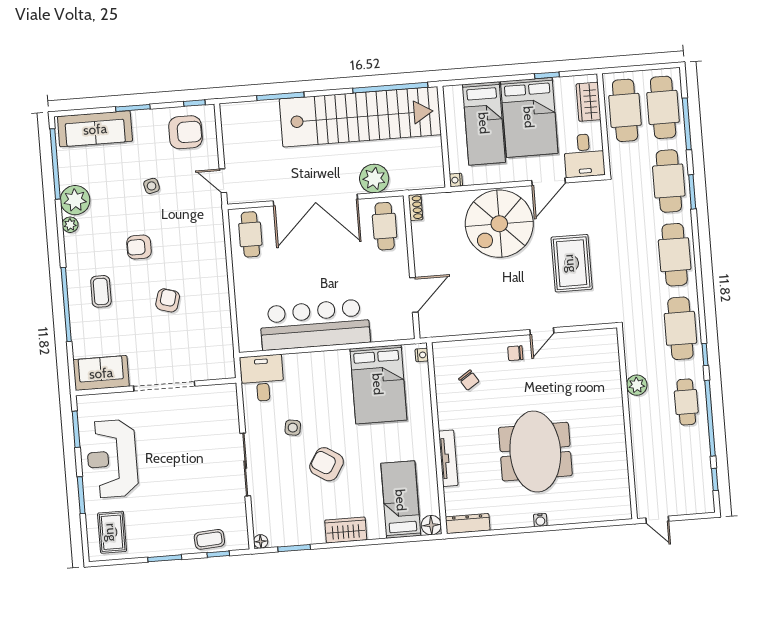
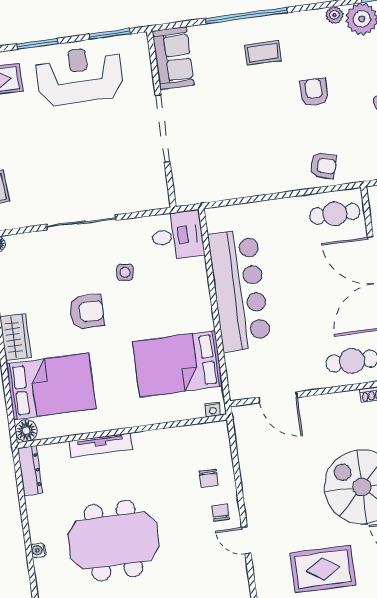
armchair: (168, 300) -> (323, 166), moved
chair: (469, 380) -> (209, 478), moved, turned -57
armchair: (327, 464) -> (87, 312), turned 58
bed: (401, 500) -> (51, 386), width x1.50

